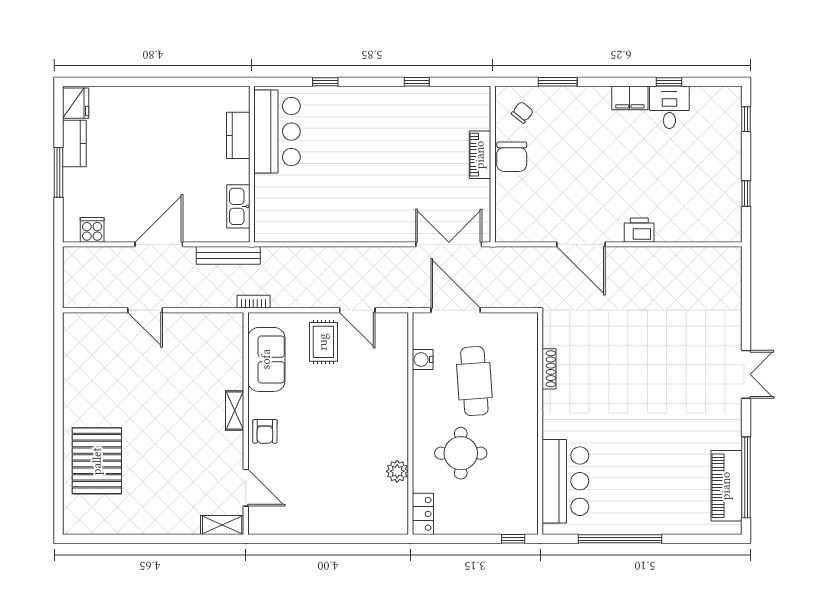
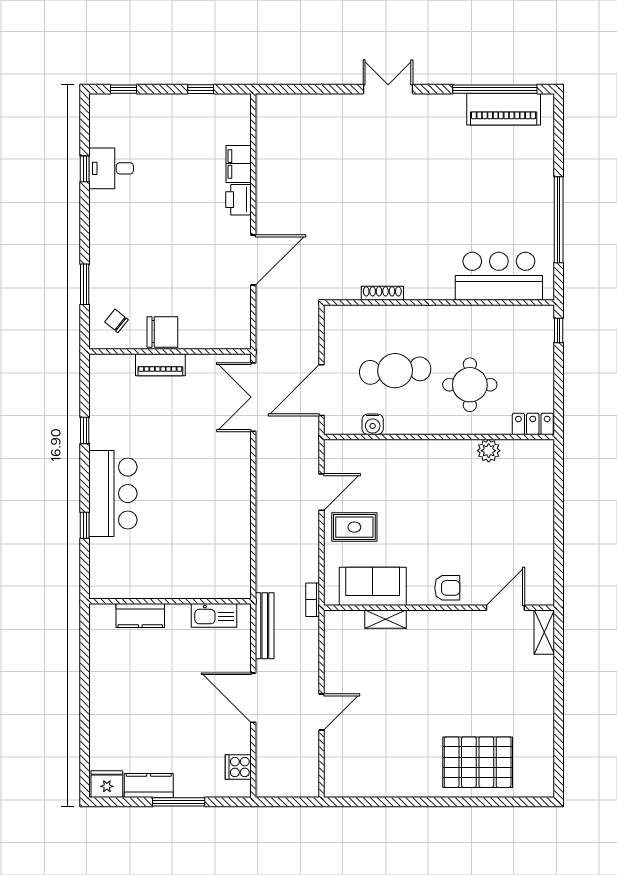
filing cabinet: (630, 98) -> (239, 164), moved, turned 180
bar counter: (277, 132) -> (113, 494), moved, turned 90
shelving: (235, 410) -> (386, 619), moved

